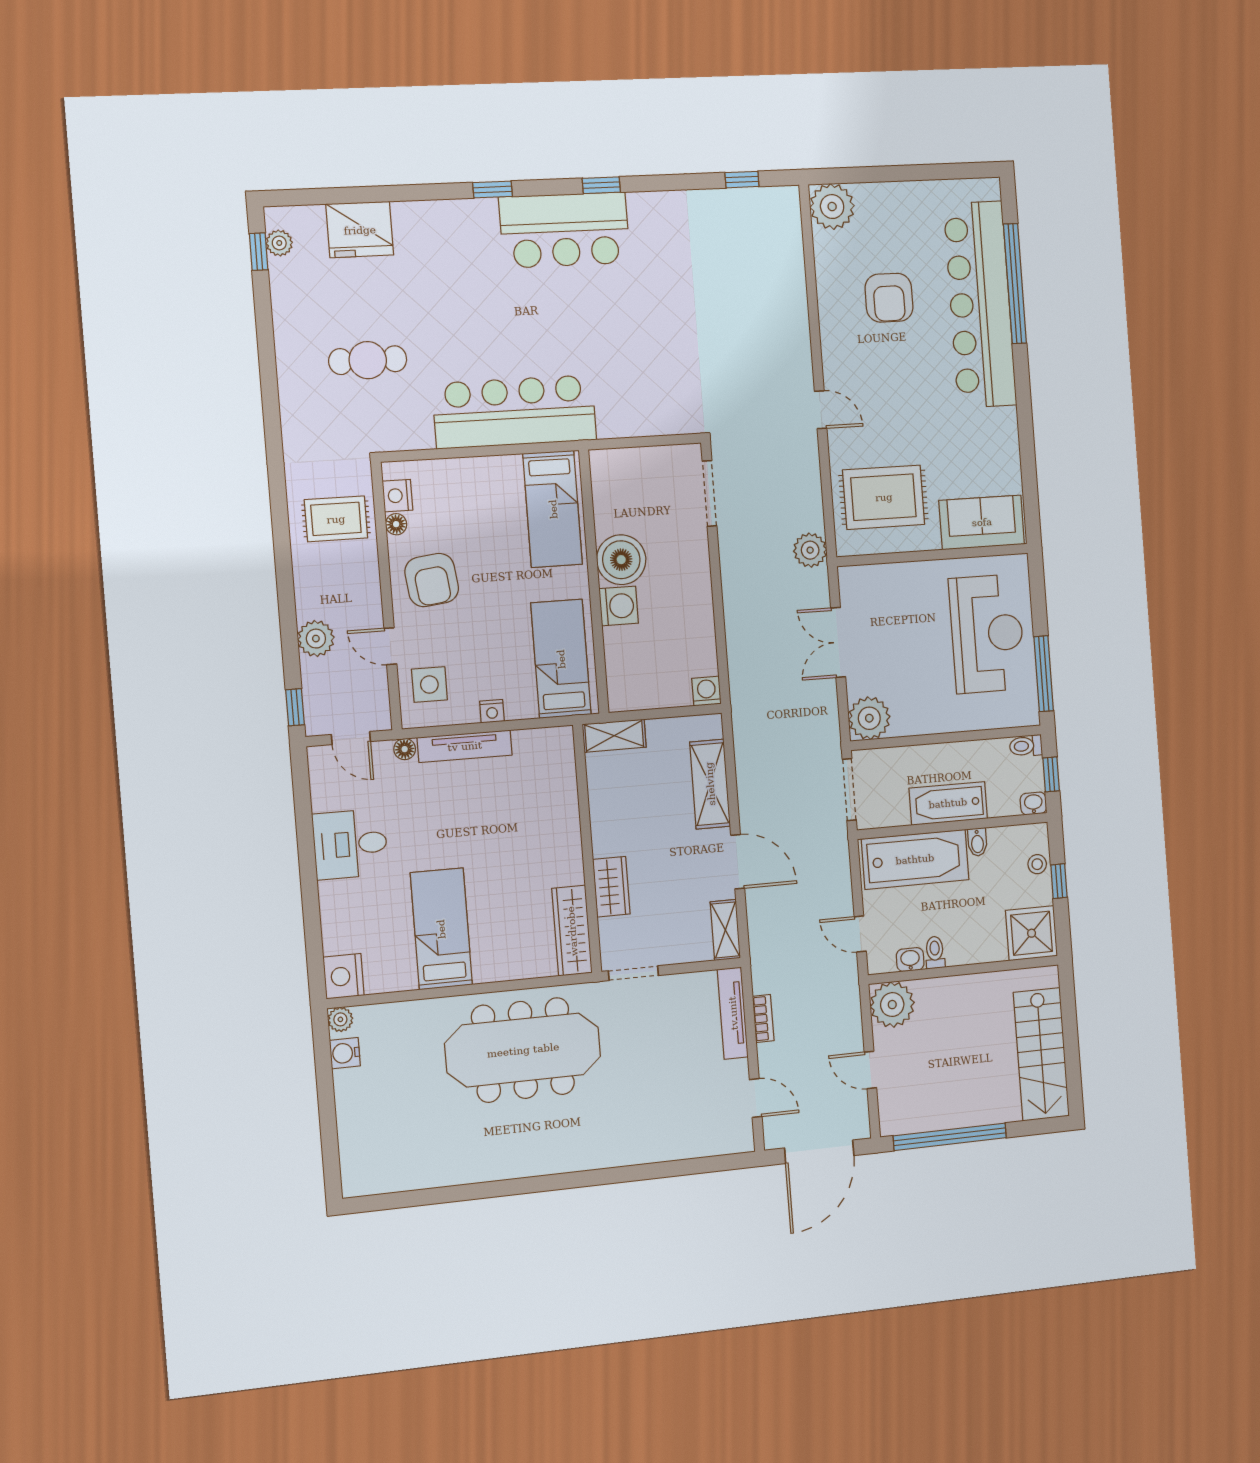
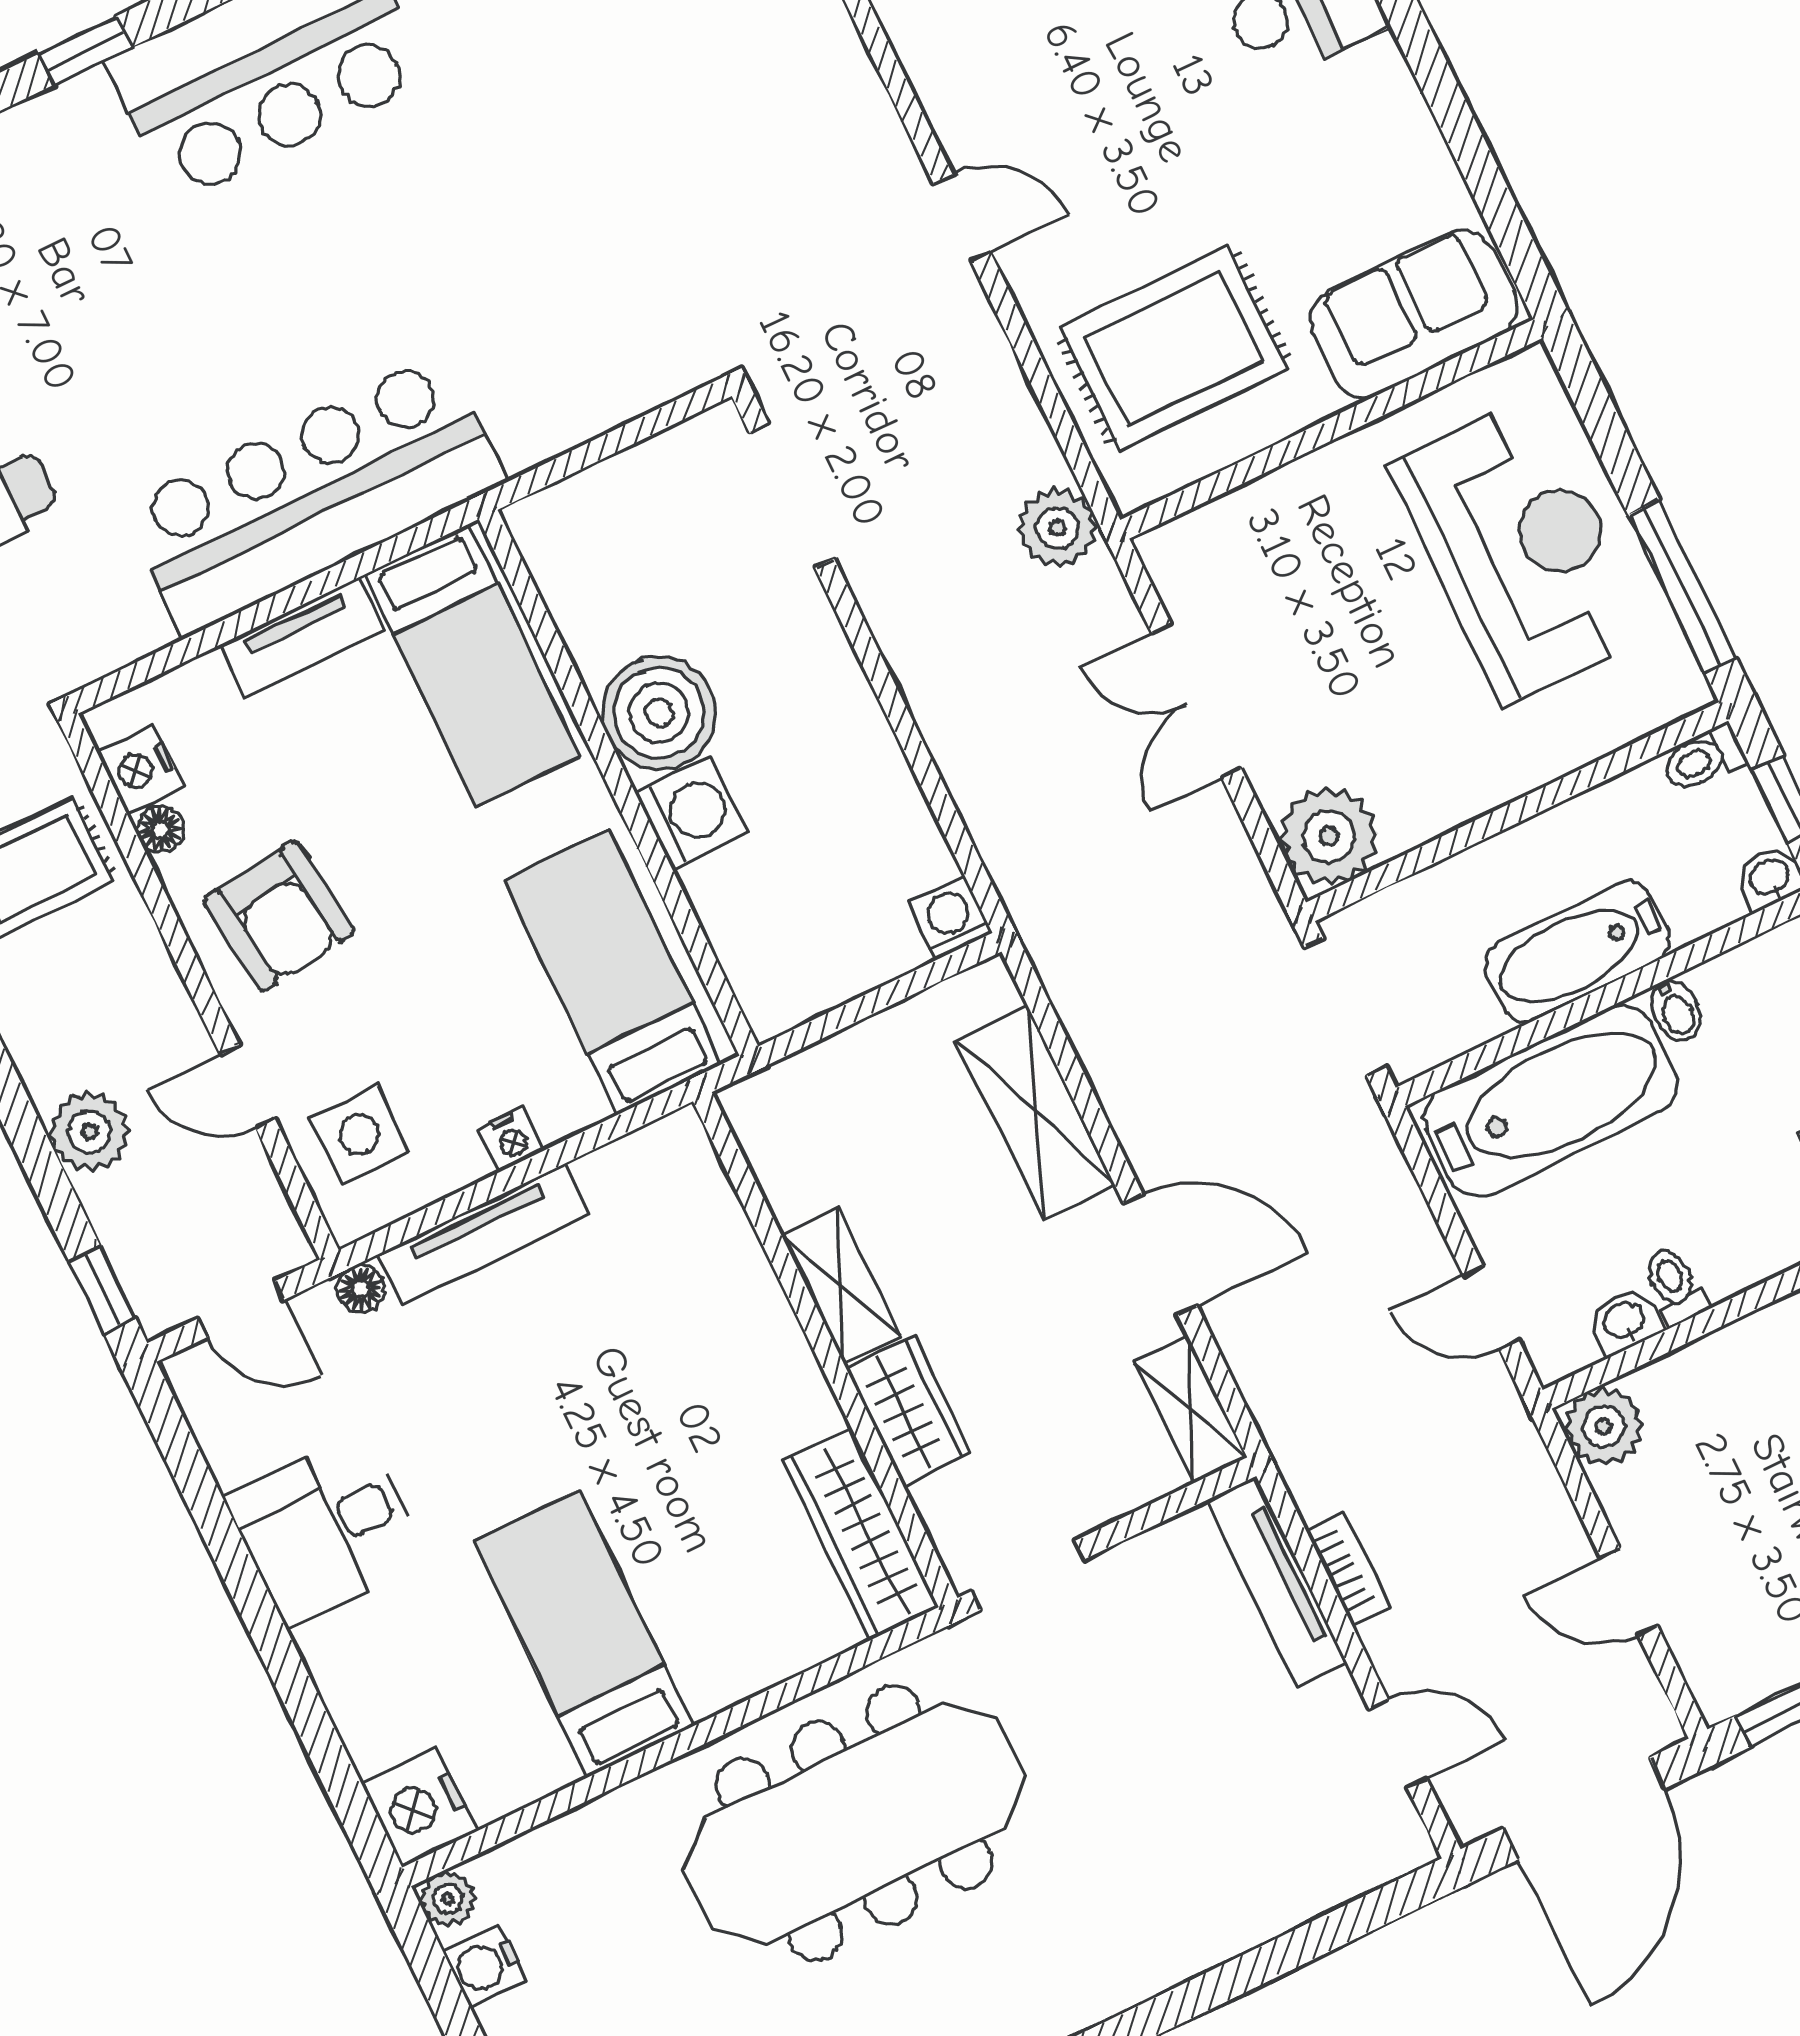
tv unit: (487, 469) -> (302, 638), added
shelving: (614, 736) -> (841, 1285), moved, turned 90
plant: (892, 1005) -> (1604, 1427), width x0.73, depth x0.73

